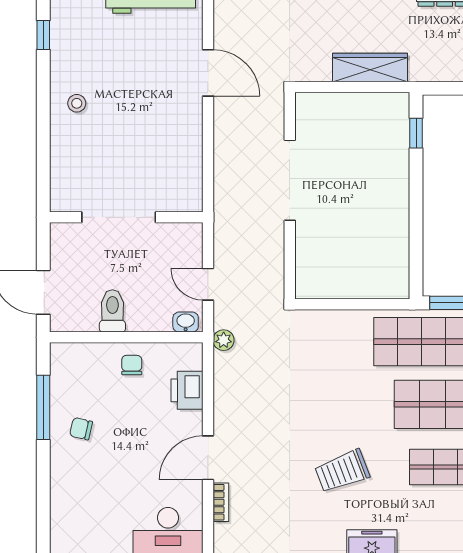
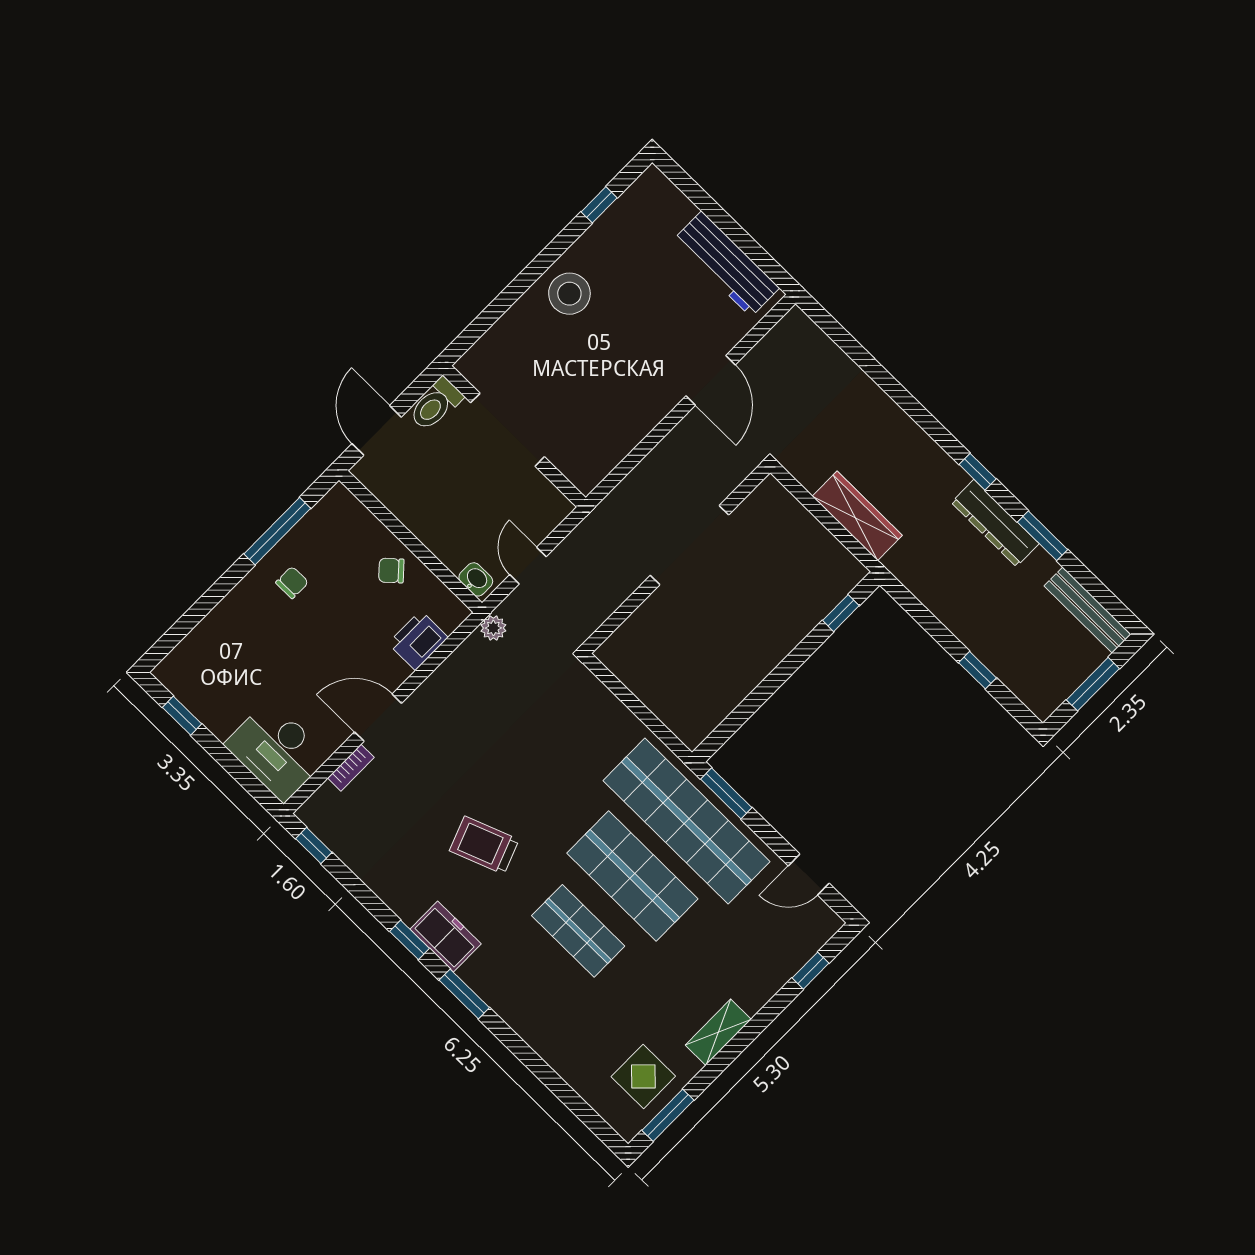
stool: (77, 103) -> (569, 294), width x1.89, depth x1.89
toilet: (112, 311) -> (436, 404), moved, turned 180
chair: (132, 365) -> (391, 571), turned -132
chair: (81, 429) -> (292, 582), turned 77

